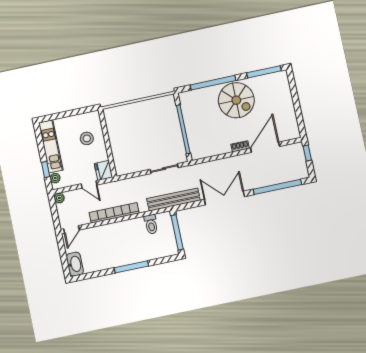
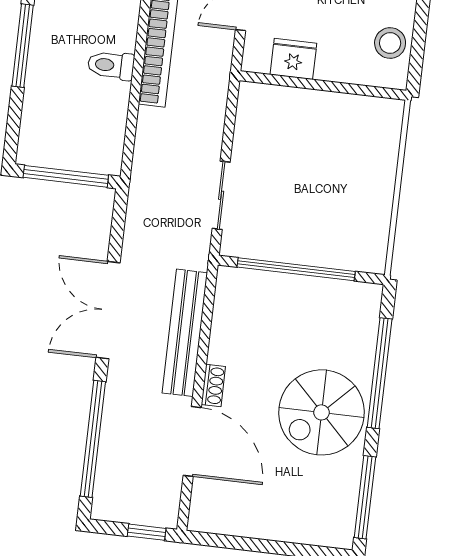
stool: (87, 138) -> (390, 43), moved
fridge: (104, 170) -> (293, 59), moved
double door: (224, 198) -> (108, 310), swing flipped
bench: (173, 199) -> (185, 333), moved
toilet: (151, 224) -> (111, 65), moved

